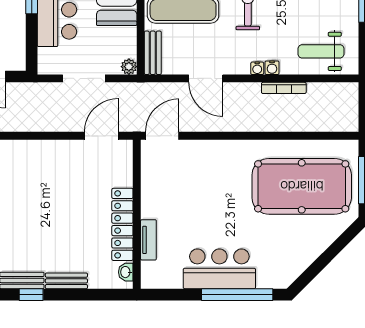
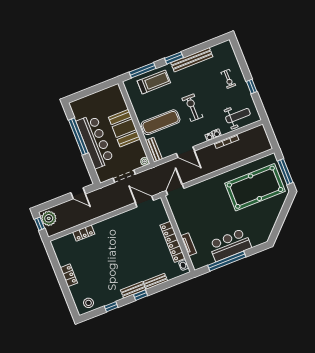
weight bench: (321, 51) -> (238, 116), turned 180
door: (101, 136) -> (144, 202), hinge flipped
window: (237, 295) -> (227, 261), moved

